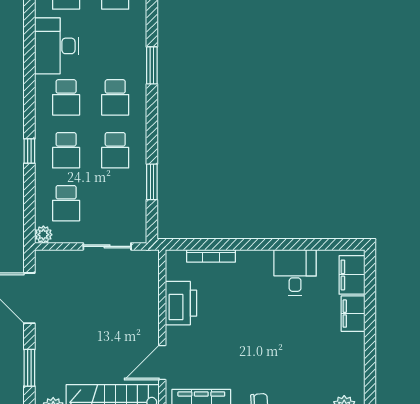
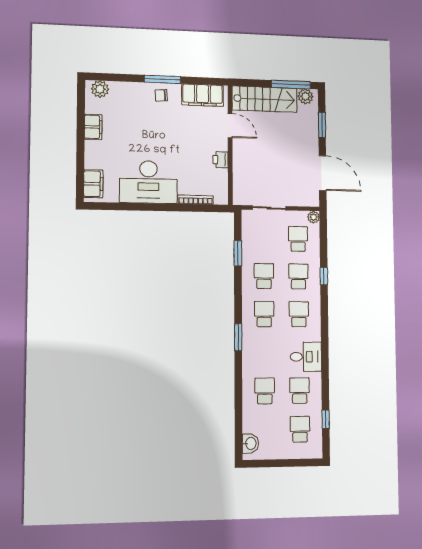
desk: (57, 46) -> (306, 357), width x0.73
desk: (295, 272) -> (148, 182), width x1.87, depth x1.30
printer: (181, 303) -> (221, 160), width x0.53, depth x0.68
filing cabinet: (353, 314) -> (93, 127), moved
door: (162, 363) -> (230, 125), hinge flipped

